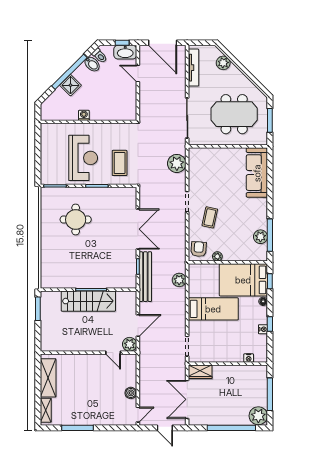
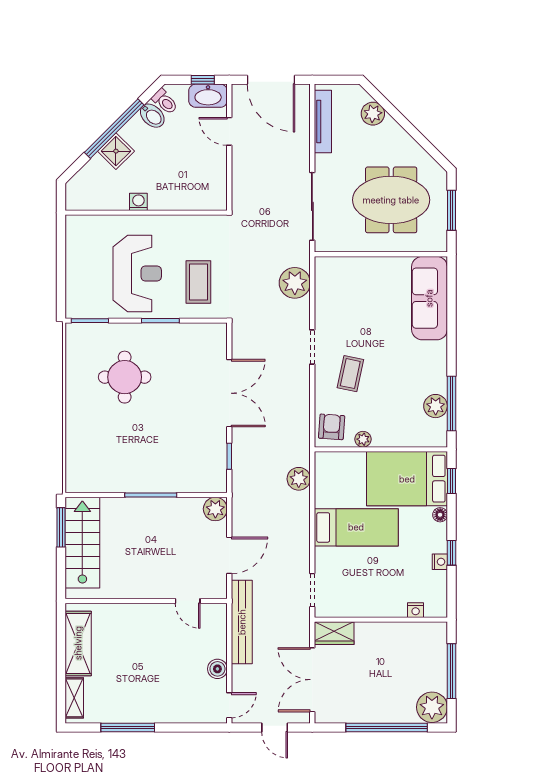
bench: (145, 277) -> (242, 622), moved
stairs: (88, 301) -> (82, 543), moved, turned -90
plant: (130, 344) -> (215, 509), moved

